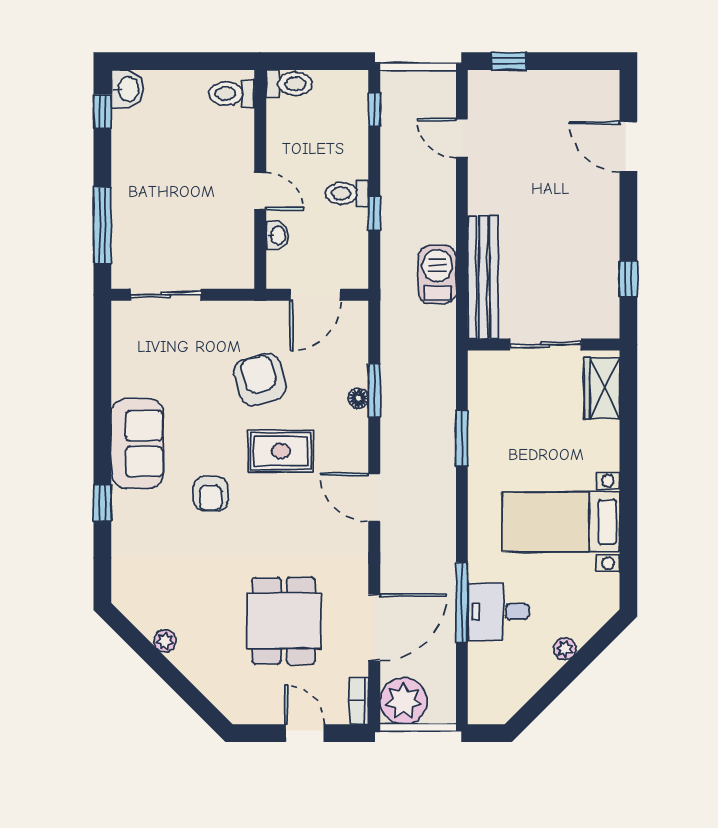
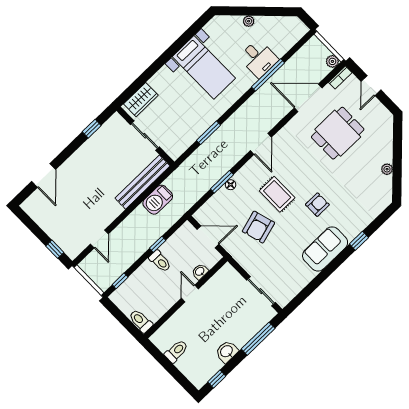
washbasin: (127, 89) -> (227, 352), moved
toilet: (232, 93) -> (176, 351), moved, turned -90
plant: (403, 701) -> (332, 61), width x0.53, depth x0.53

